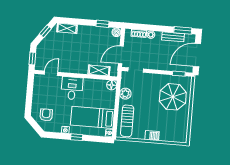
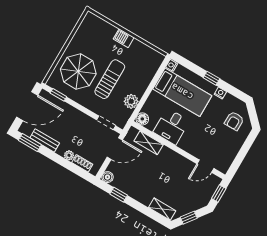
desk: (72, 88) -> (171, 126), moved
sun lounger: (127, 121) -> (110, 79), moved

